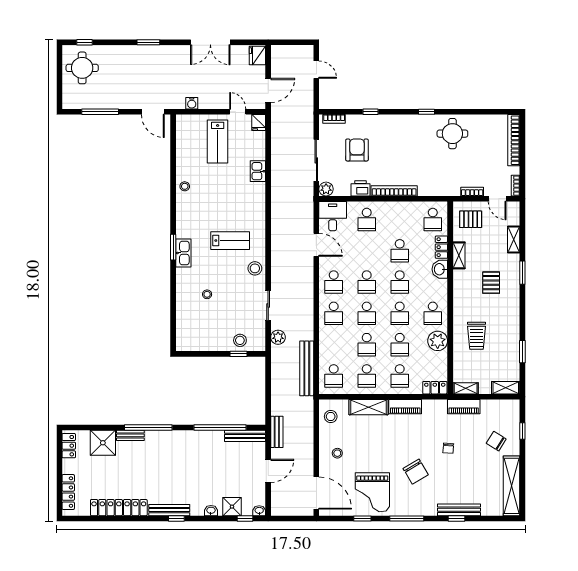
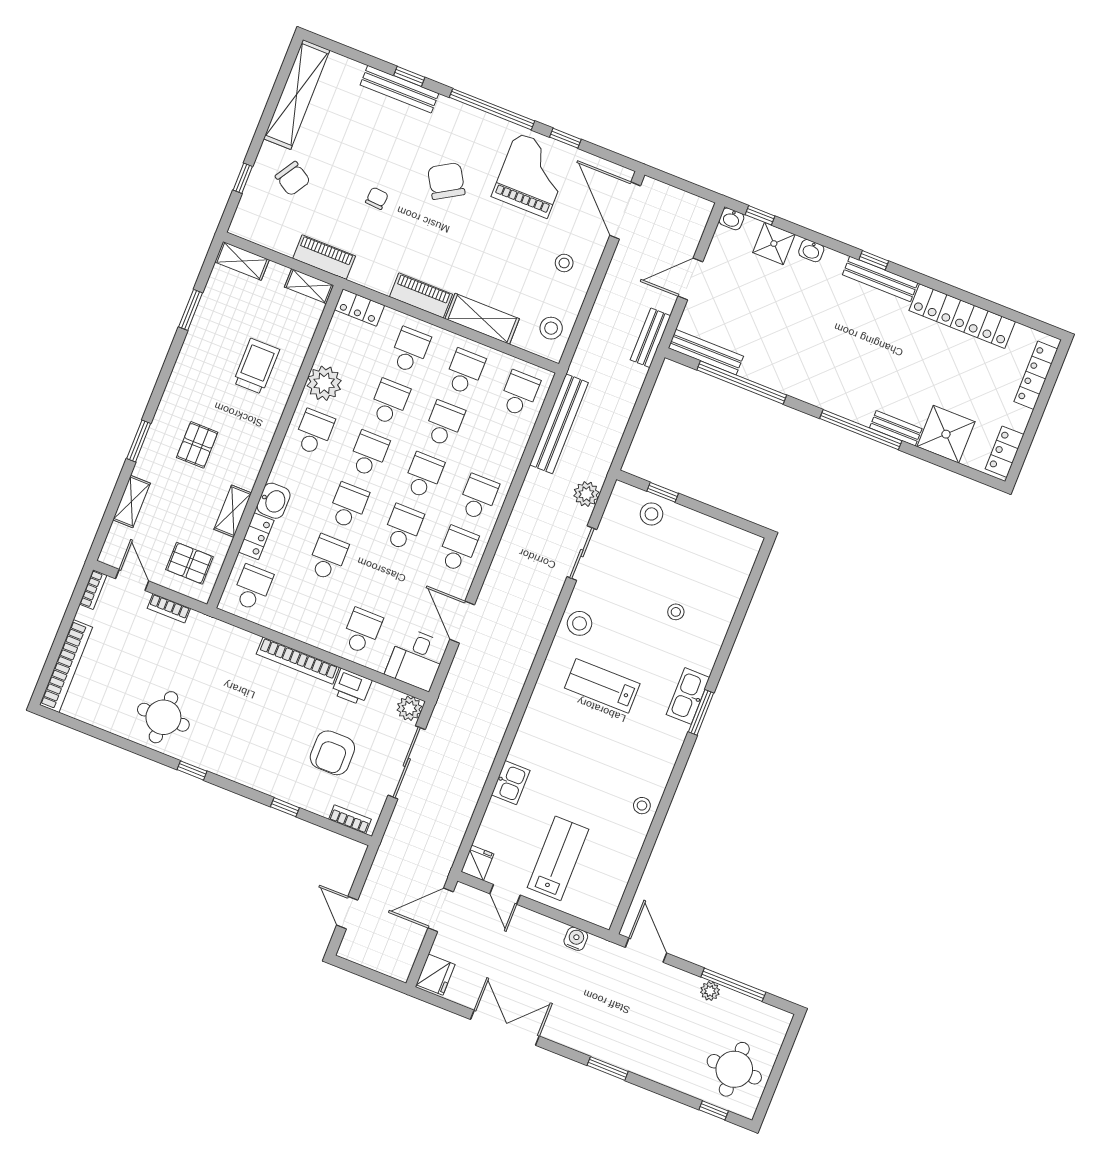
plant: (111, 104) -> (710, 991), added
window: (407, 518) -> (492, 109), width x1.46

